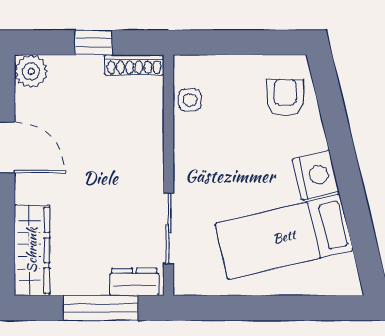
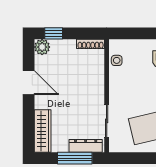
window: (94, 43) -> (54, 33), moved
dresser: (134, 282) -> (86, 146), width x1.44

